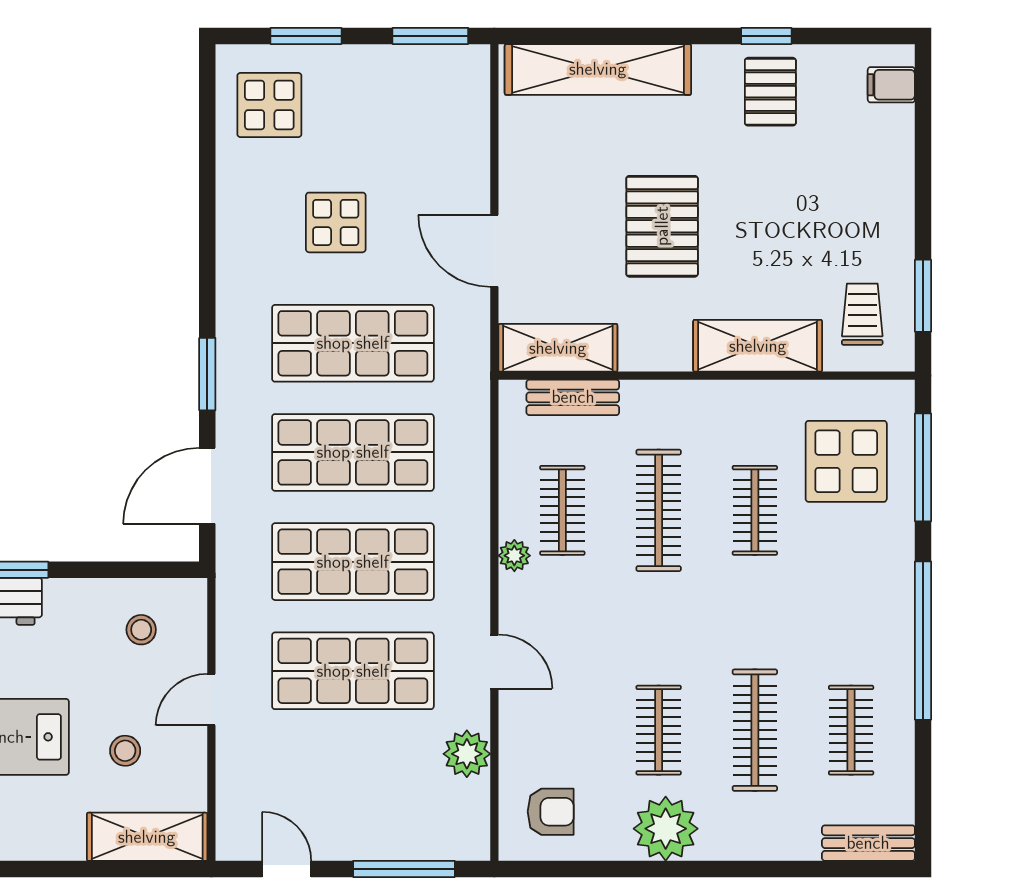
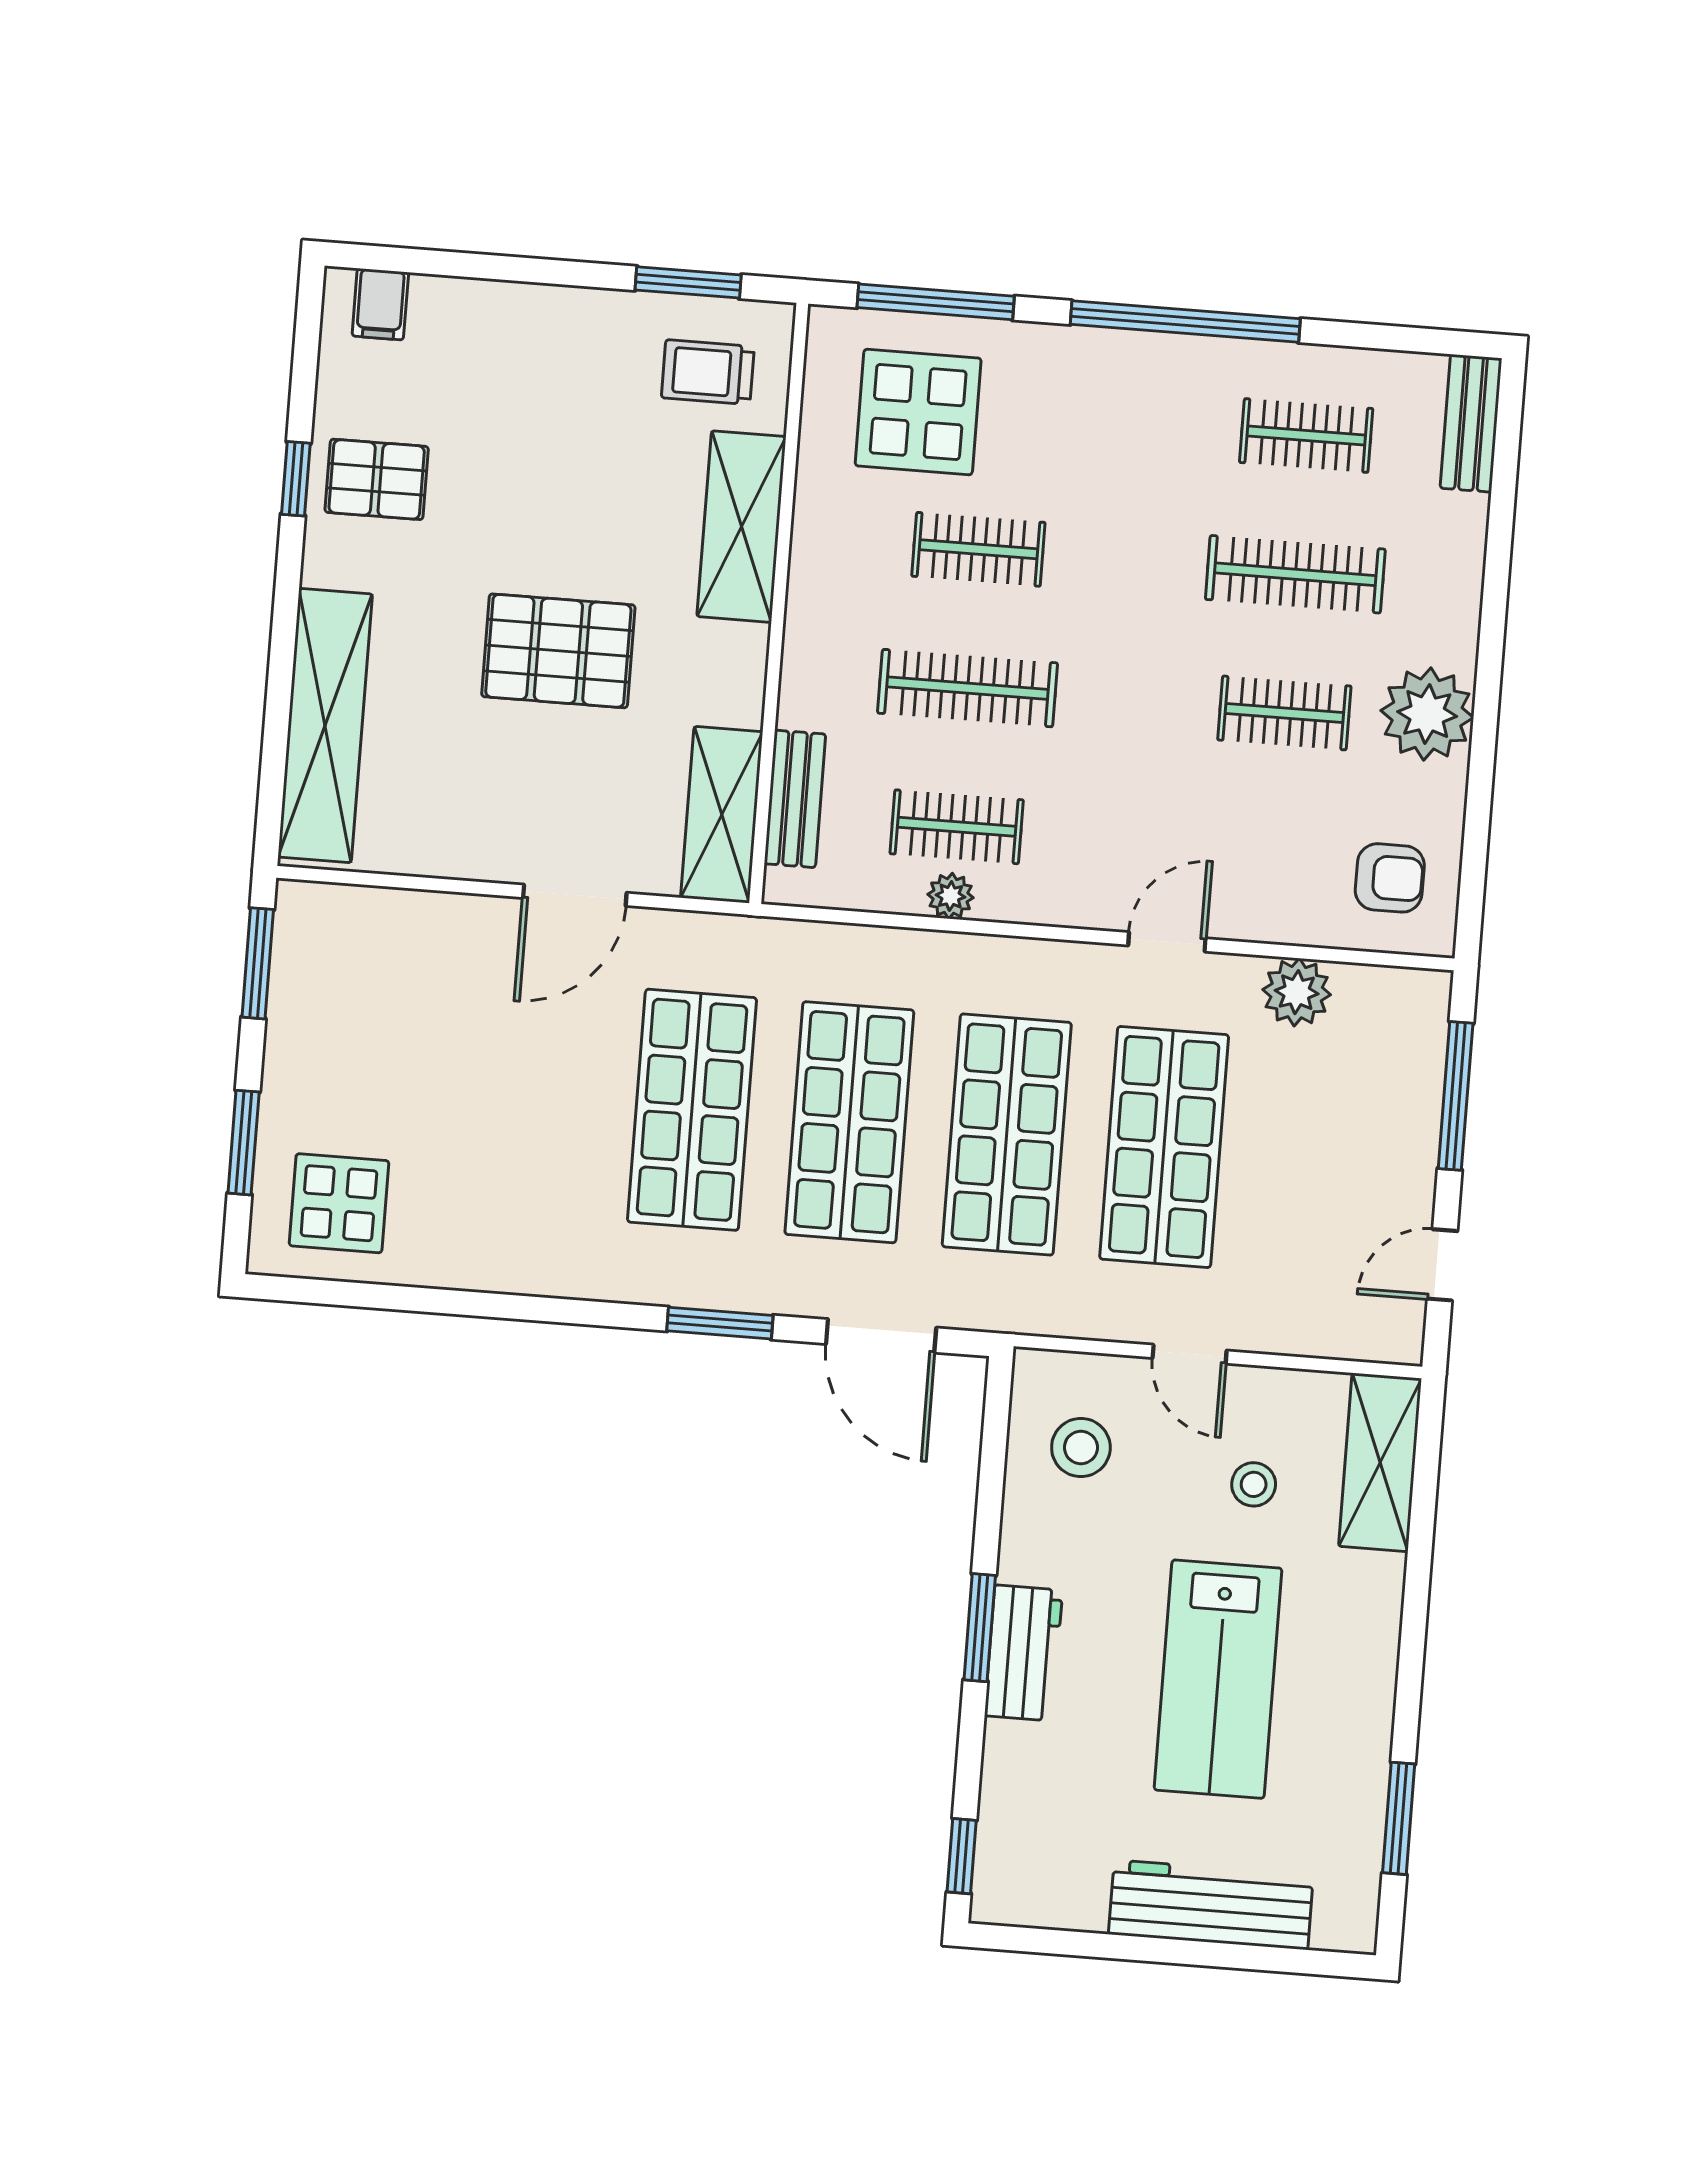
display table: (336, 222) -> (516, 1121), removed
plant: (514, 556) -> (951, 896), moved
stool: (141, 630) -> (1081, 1448), width x1.37, depth x1.37
armchair: (551, 812) -> (1390, 878), turned 90

